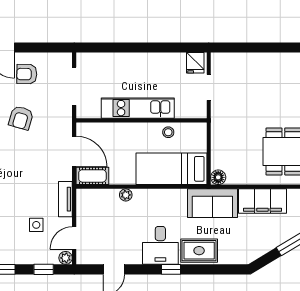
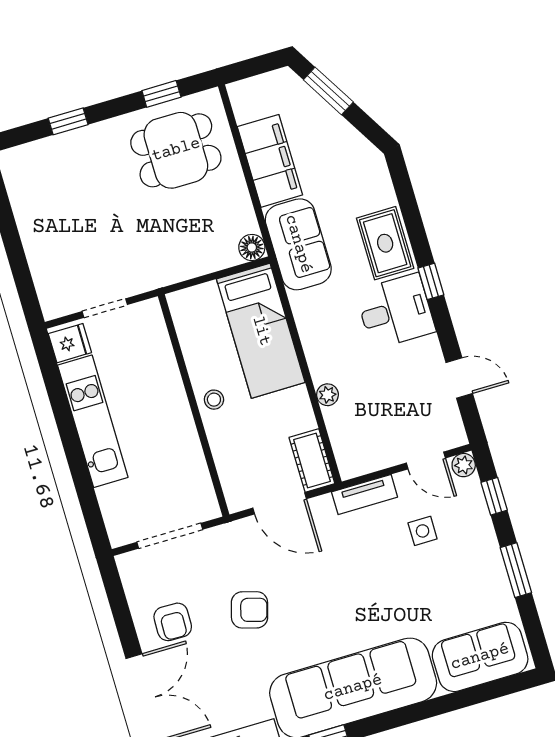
kitchen unit: (138, 108) -> (93, 421), moved, turned 180
stool: (168, 132) -> (214, 400), moved
door: (74, 151) -> (280, 503), swing flipped

